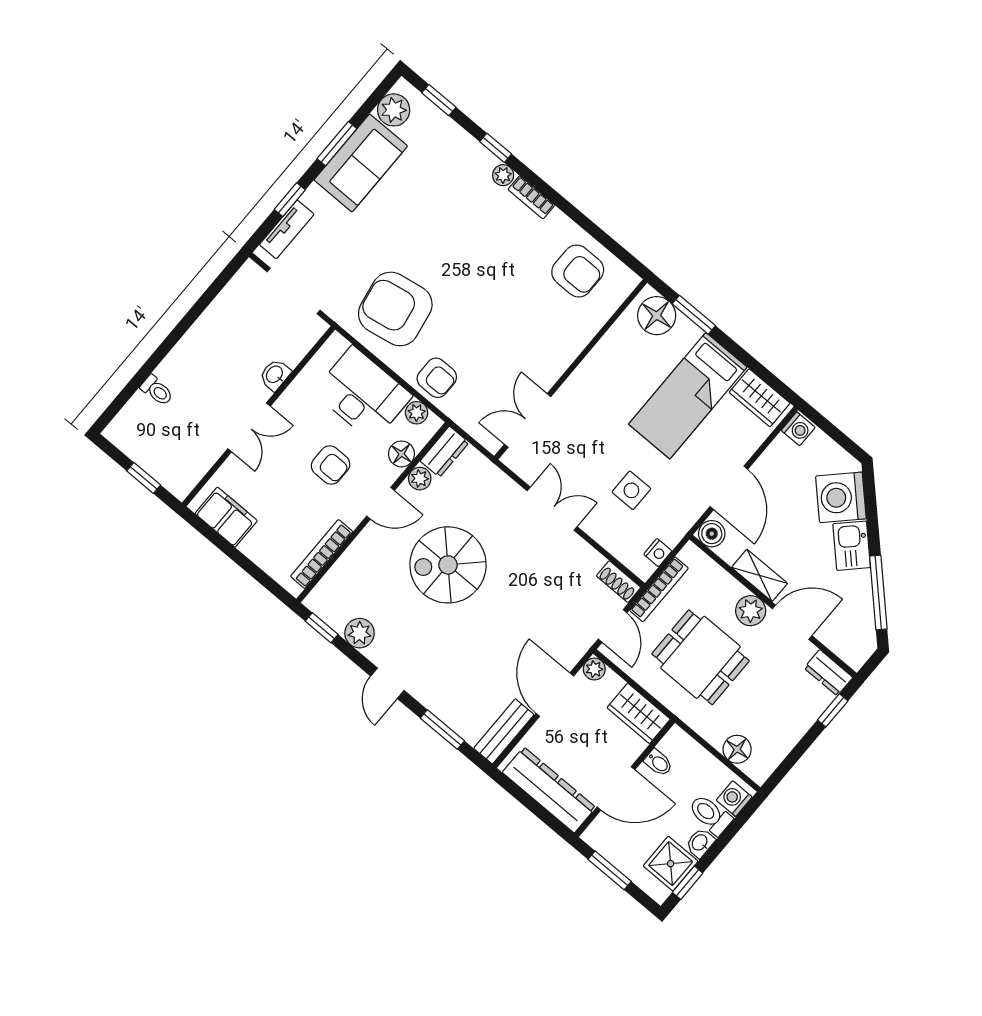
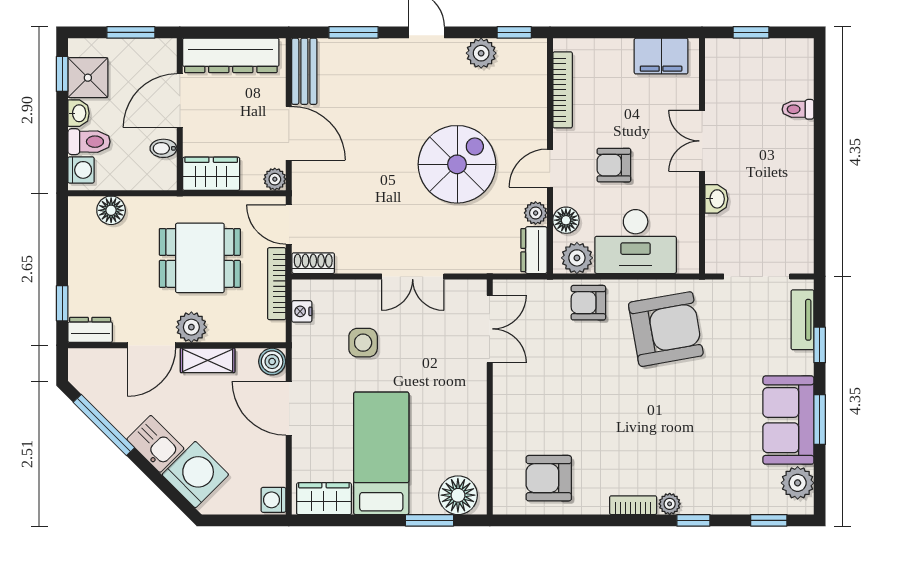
plant: (417, 413) -> (577, 258), width x1.38, depth x1.38

